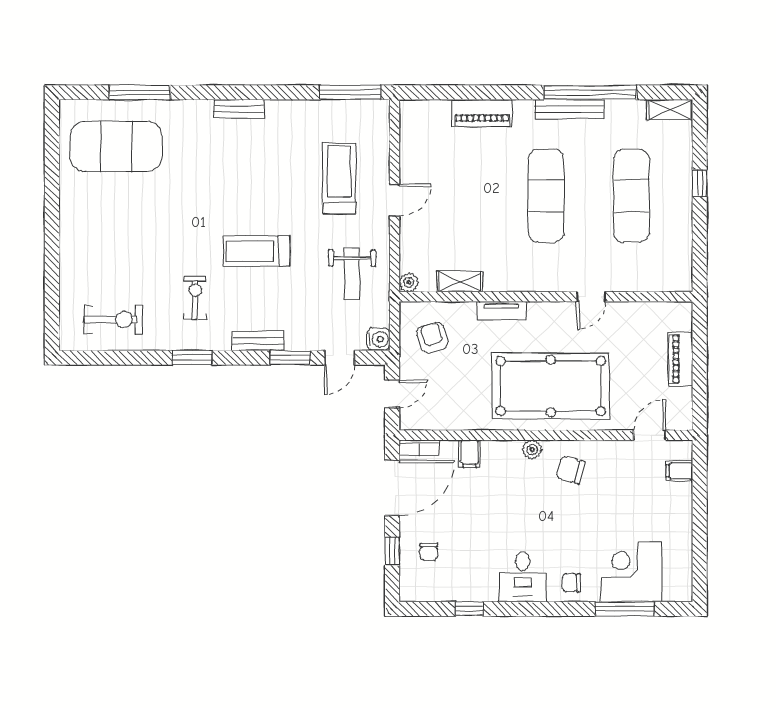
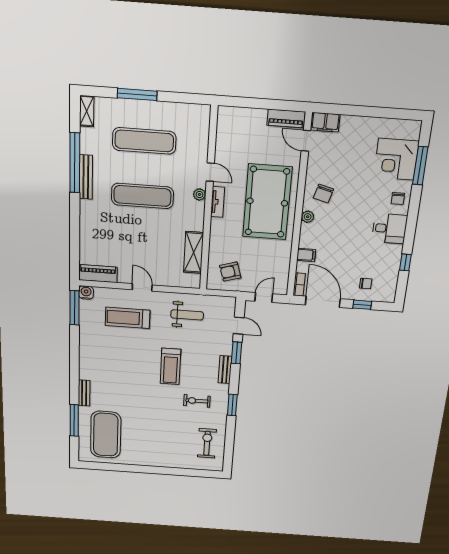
bench: (239, 109) -> (84, 393), moved
piano: (482, 113) -> (98, 274), moved, turned -90
window: (700, 183) -> (137, 94), width x2.17
plant: (409, 282) -> (199, 194), moved
shelving: (460, 282) -> (193, 252), width x1.50, depth x1.33
tv unit: (501, 311) -> (218, 202), moved
water cooler: (378, 339) -> (86, 293), moved
piano: (680, 359) -> (286, 119), moved
door: (392, 394) -> (264, 297), hinge flipped
filing cabinet: (679, 471) -> (325, 122), width x2.00

